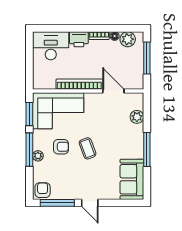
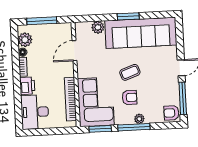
bookcase: (79, 84) -> (71, 99), moved
armchair: (61, 147) -> (130, 97), turned 90
window: (147, 150) -> (128, 16), width x0.69
sofa: (132, 179) -> (141, 33), width x1.85, depth x1.27

